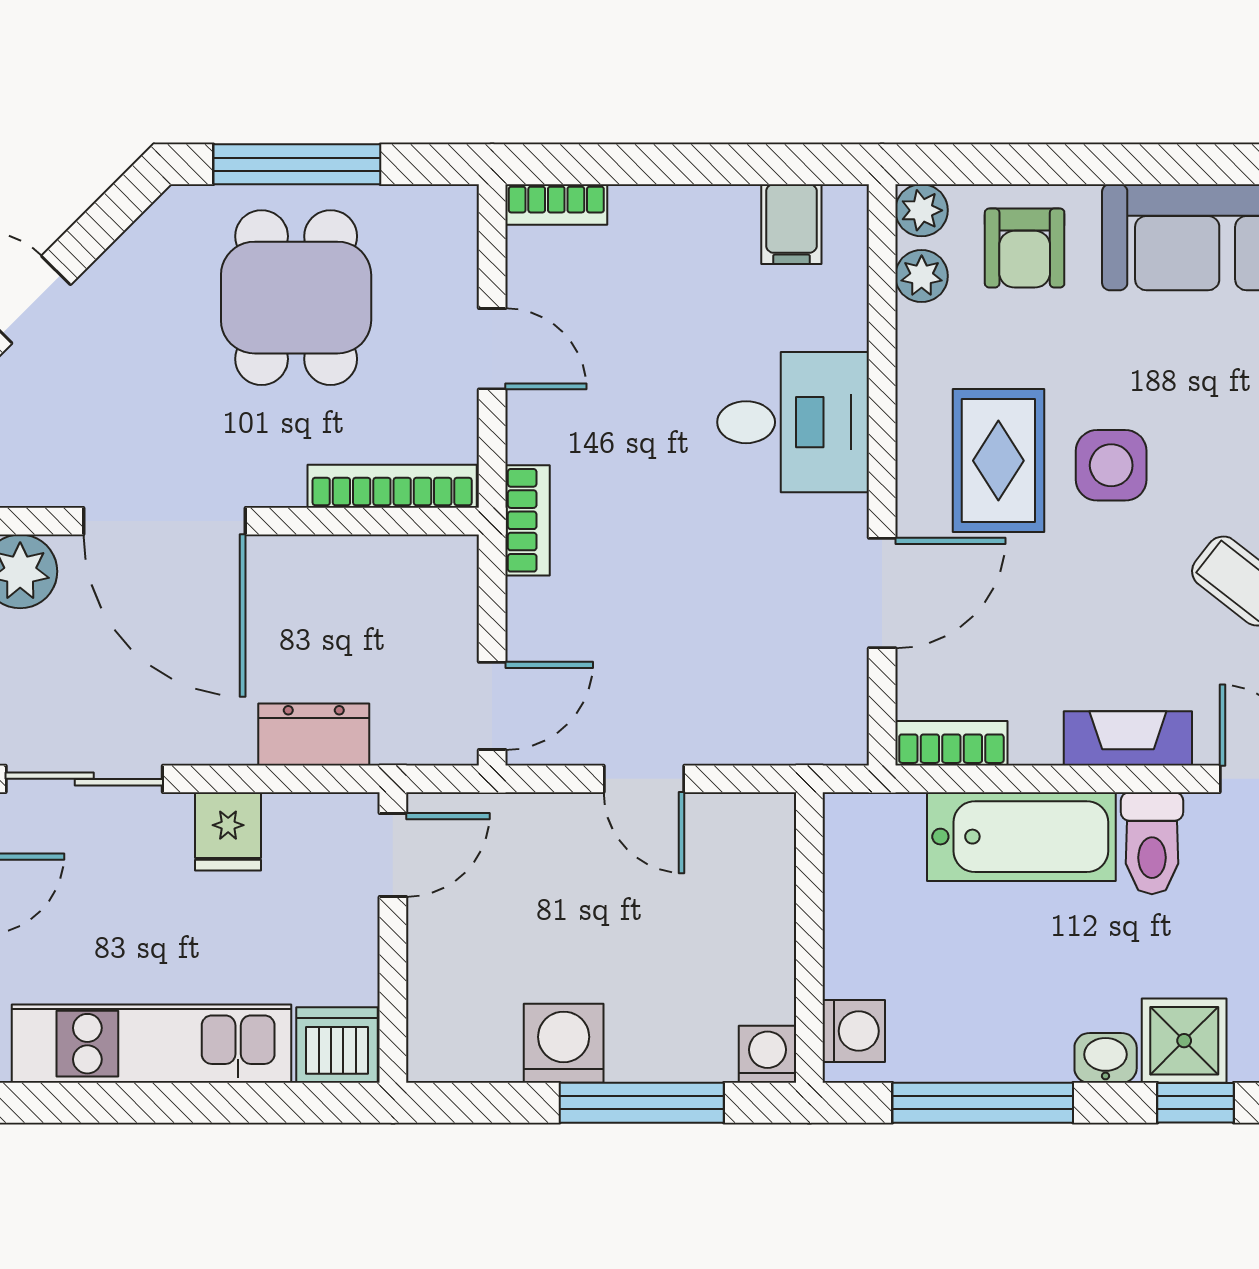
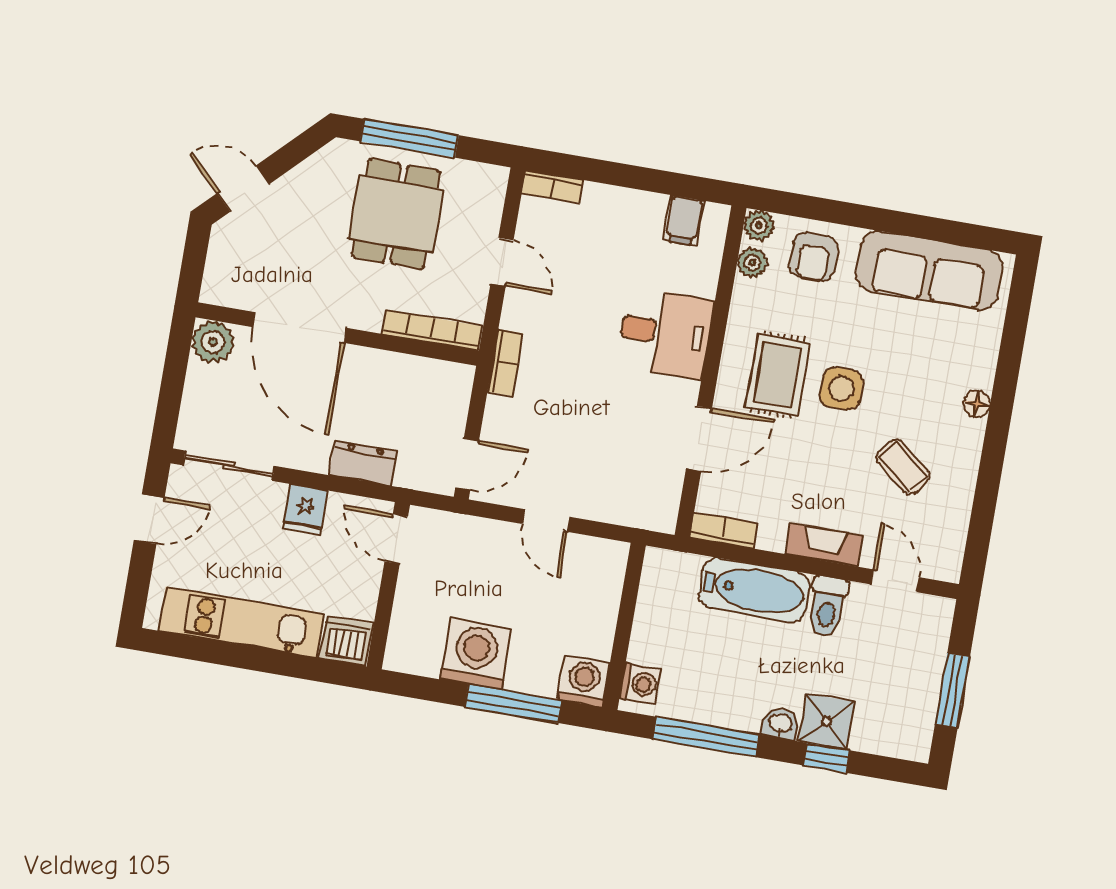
door: (393, 855) -> (396, 539), swing flipped
washing machine: (564, 1043) -> (476, 654), width x1.37, depth x1.37
washing machine: (767, 1054) -> (584, 681), width x1.38, depth x1.38

